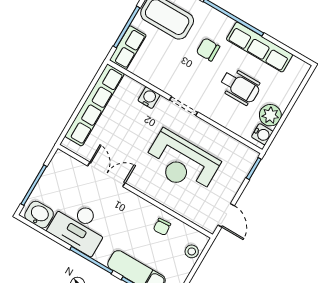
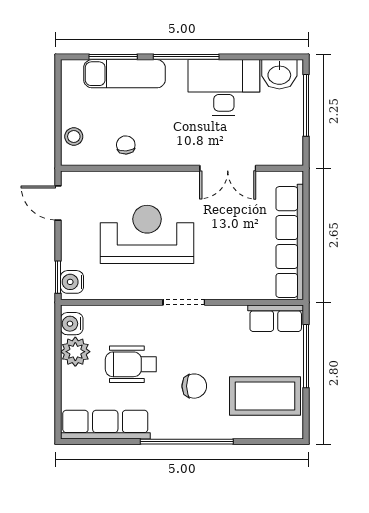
row of seats: (260, 47) -> (105, 425), moved
row of seats: (128, 48) -> (276, 318), moved, turned -90
water cooler: (149, 98) -> (72, 282), moved, turned 90

